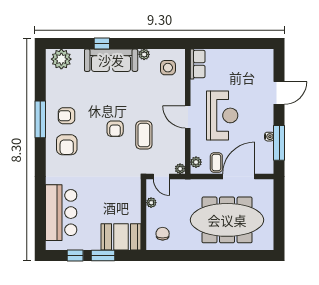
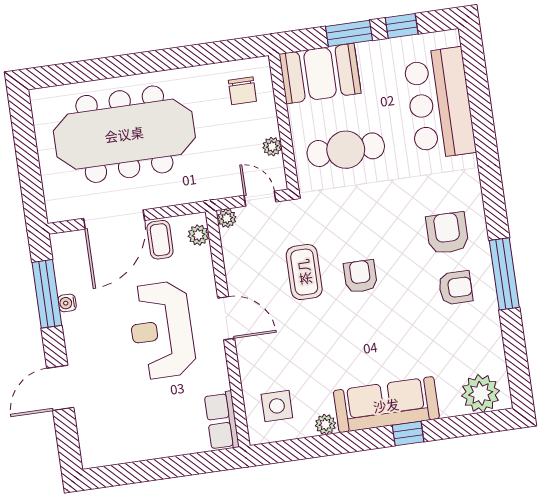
cafe table: (113, 196) -> (346, 150), added

